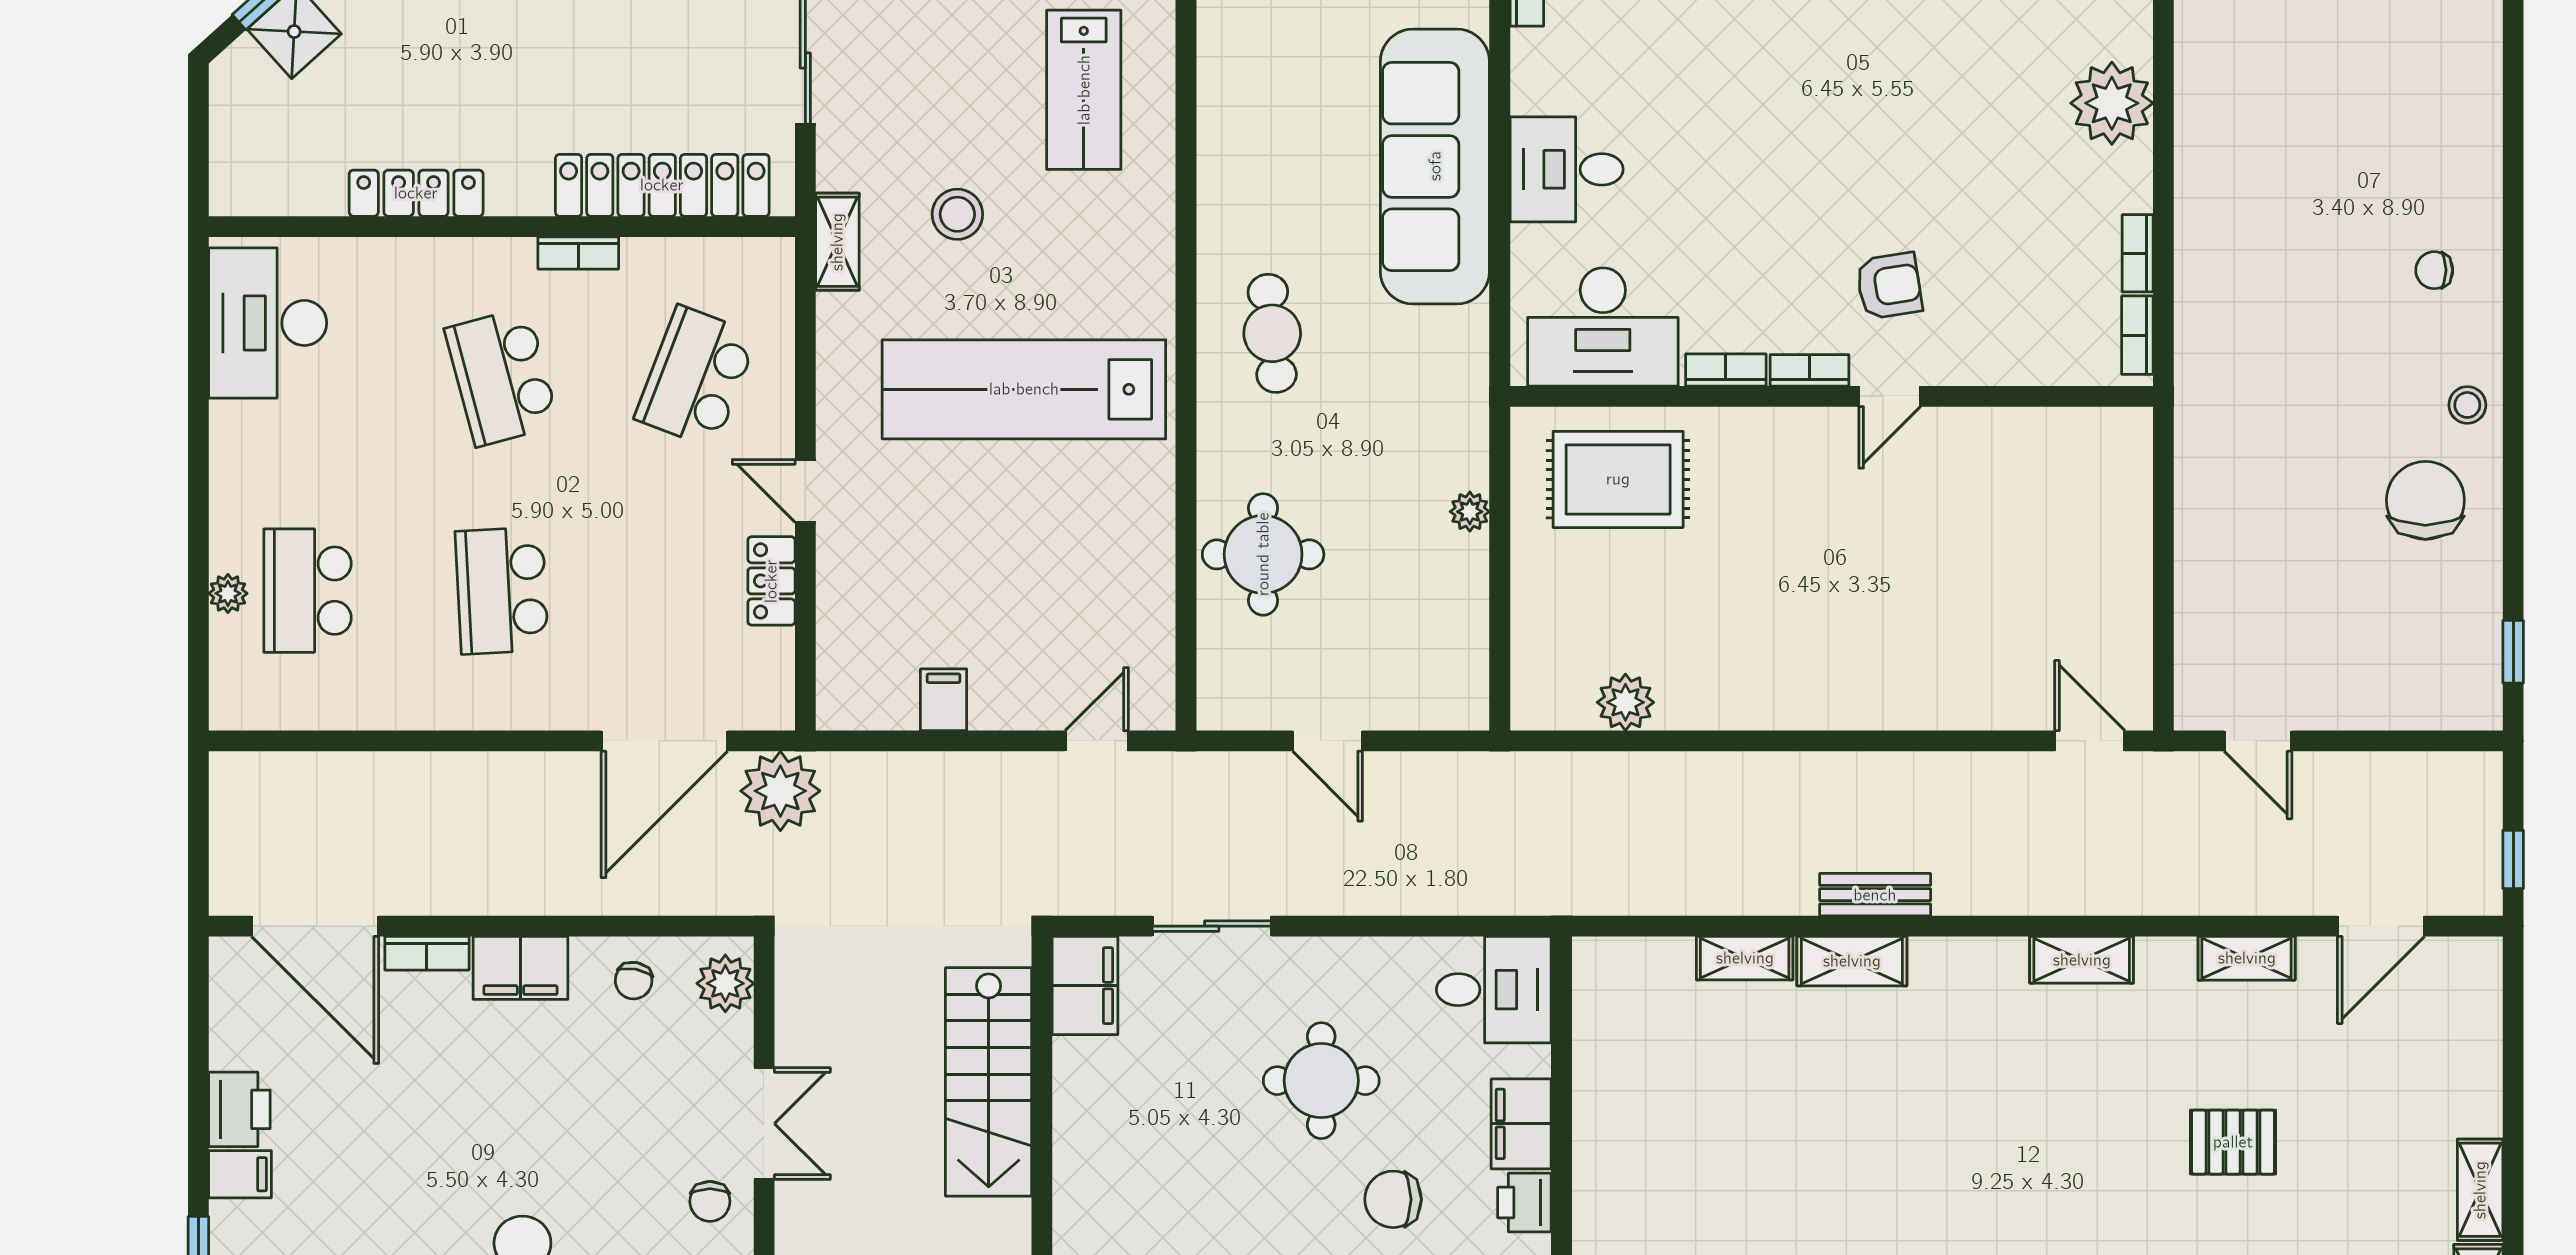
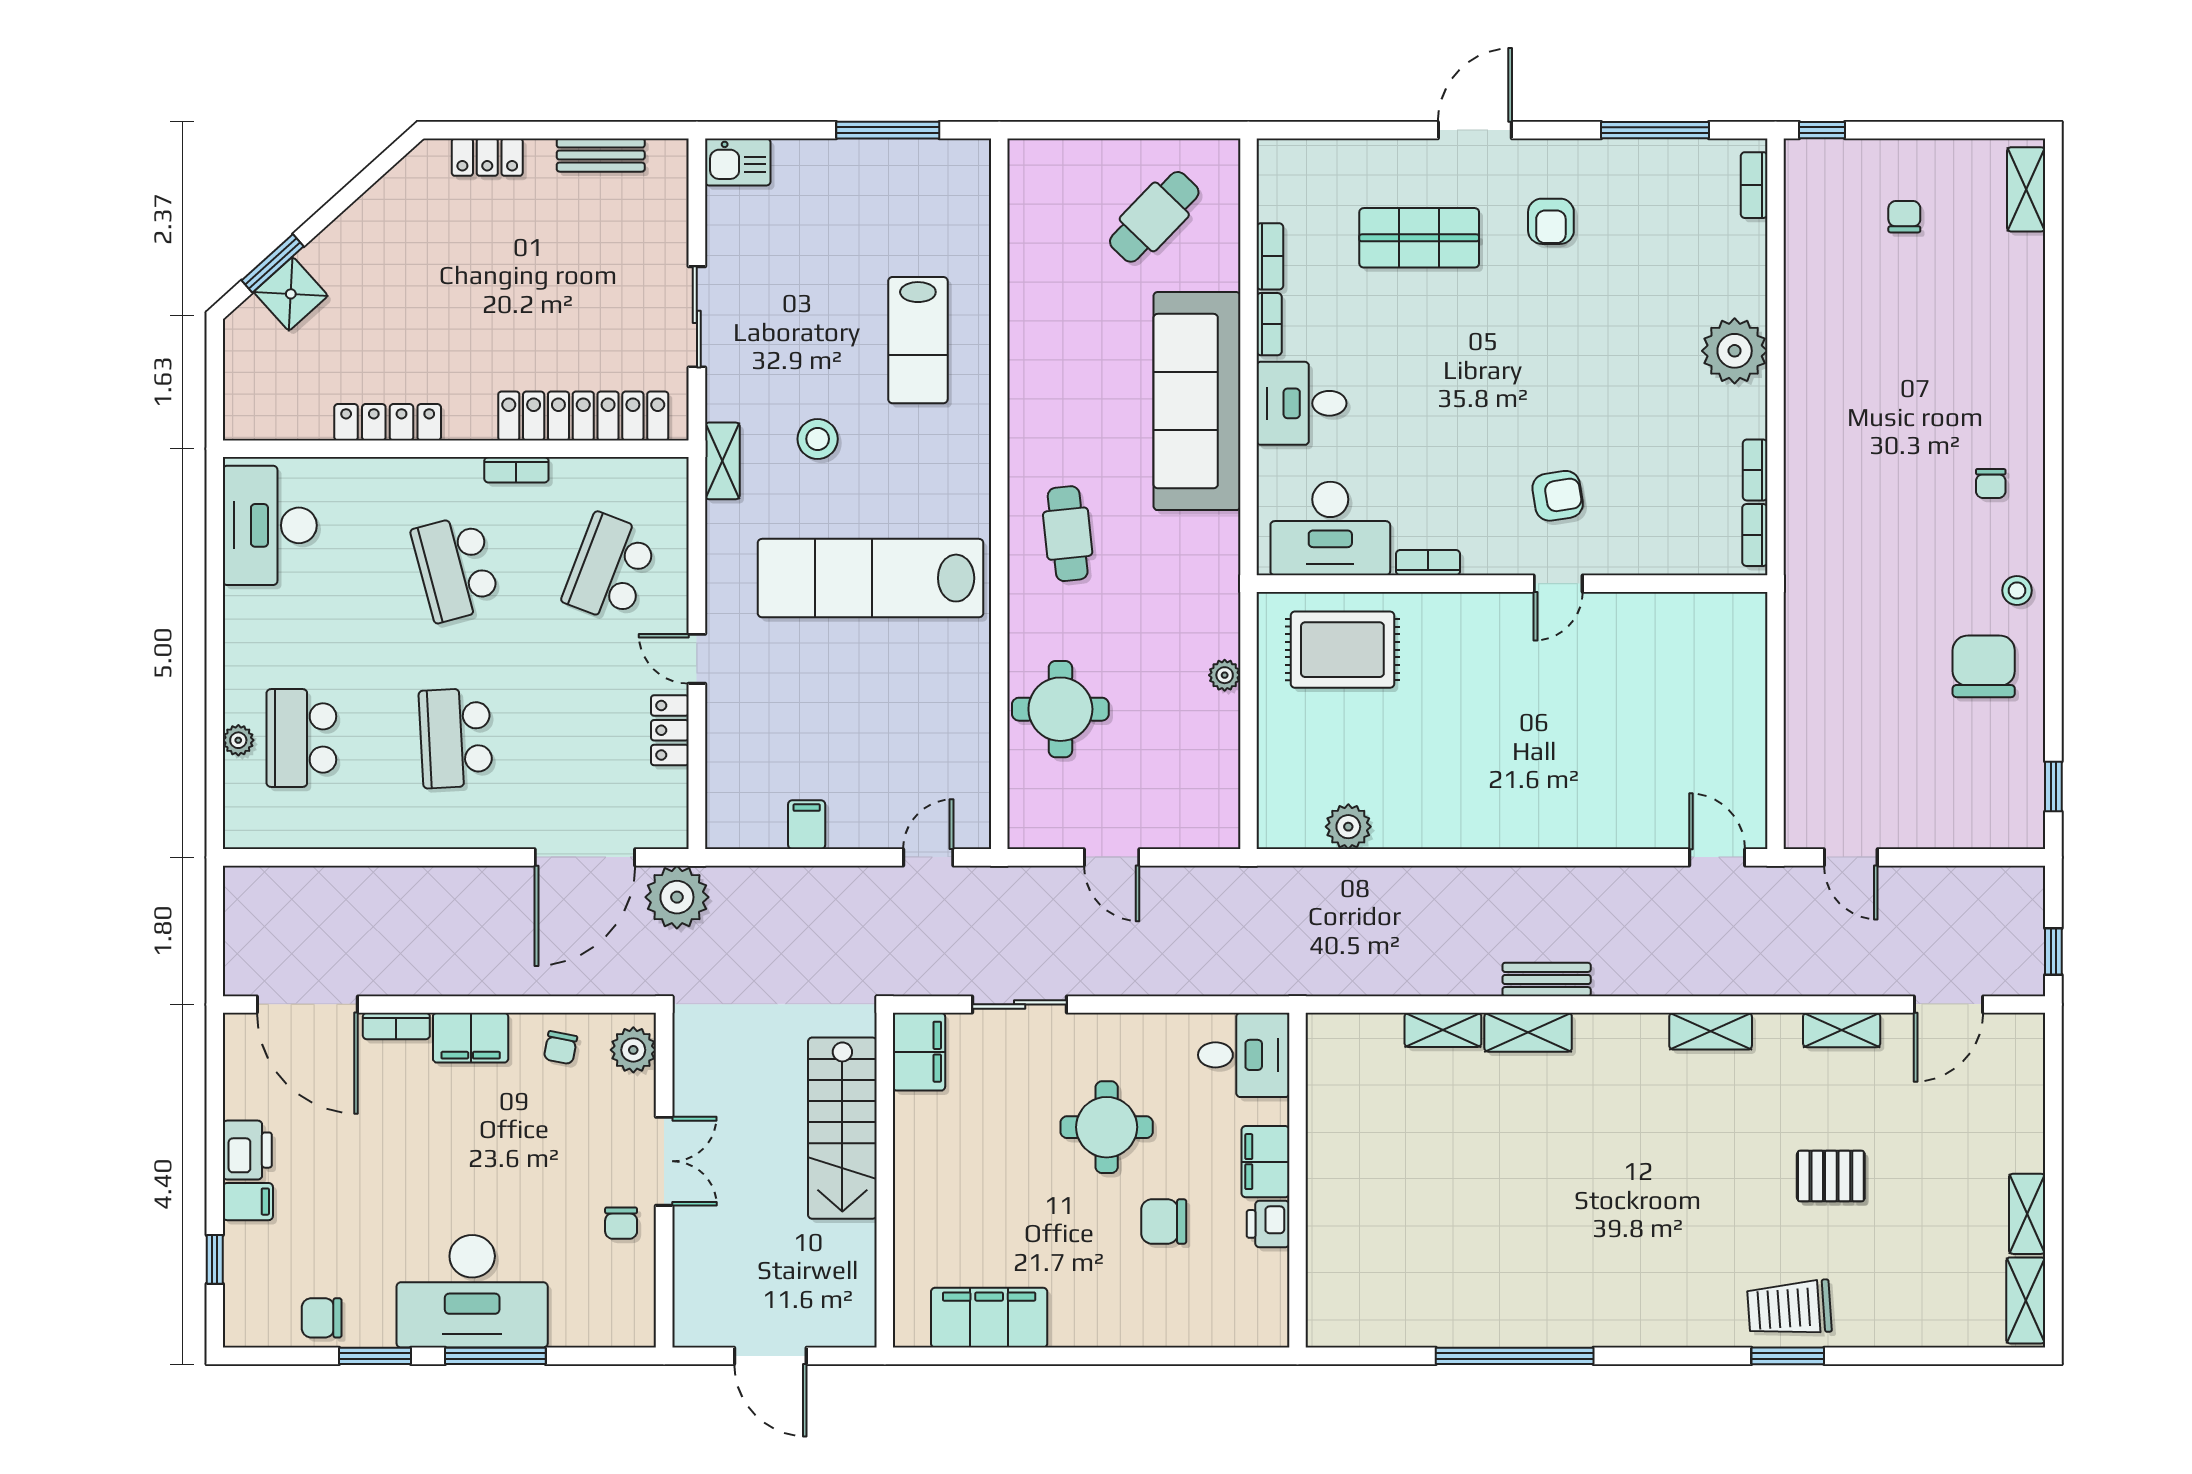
chair: (2434, 270) -> (1991, 483), turned -90
bookcase: (1810, 370) -> (1269, 324), moved, turned 90

